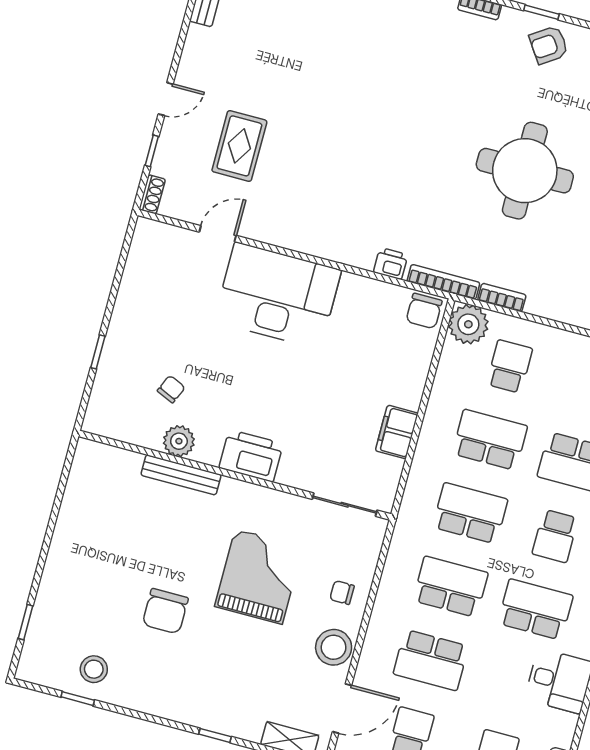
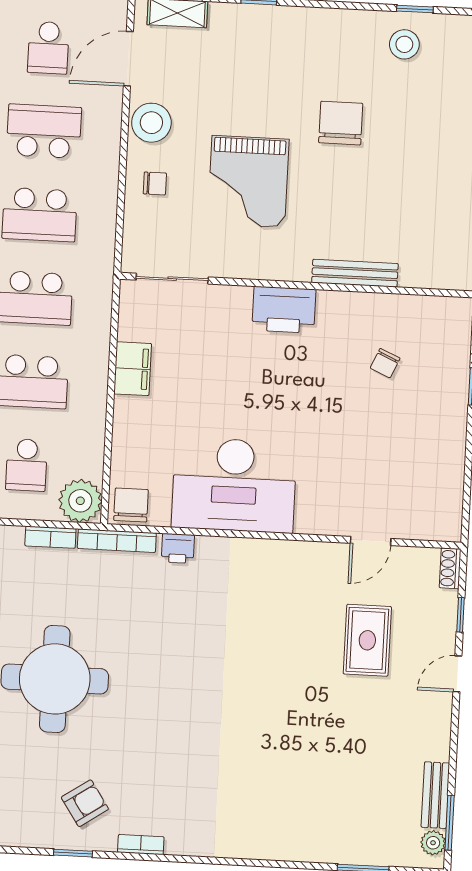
armchair: (549, 45) -> (85, 803), moved
desk: (278, 296) -> (234, 485), moved
plant: (179, 441) -> (365, 309), removed

